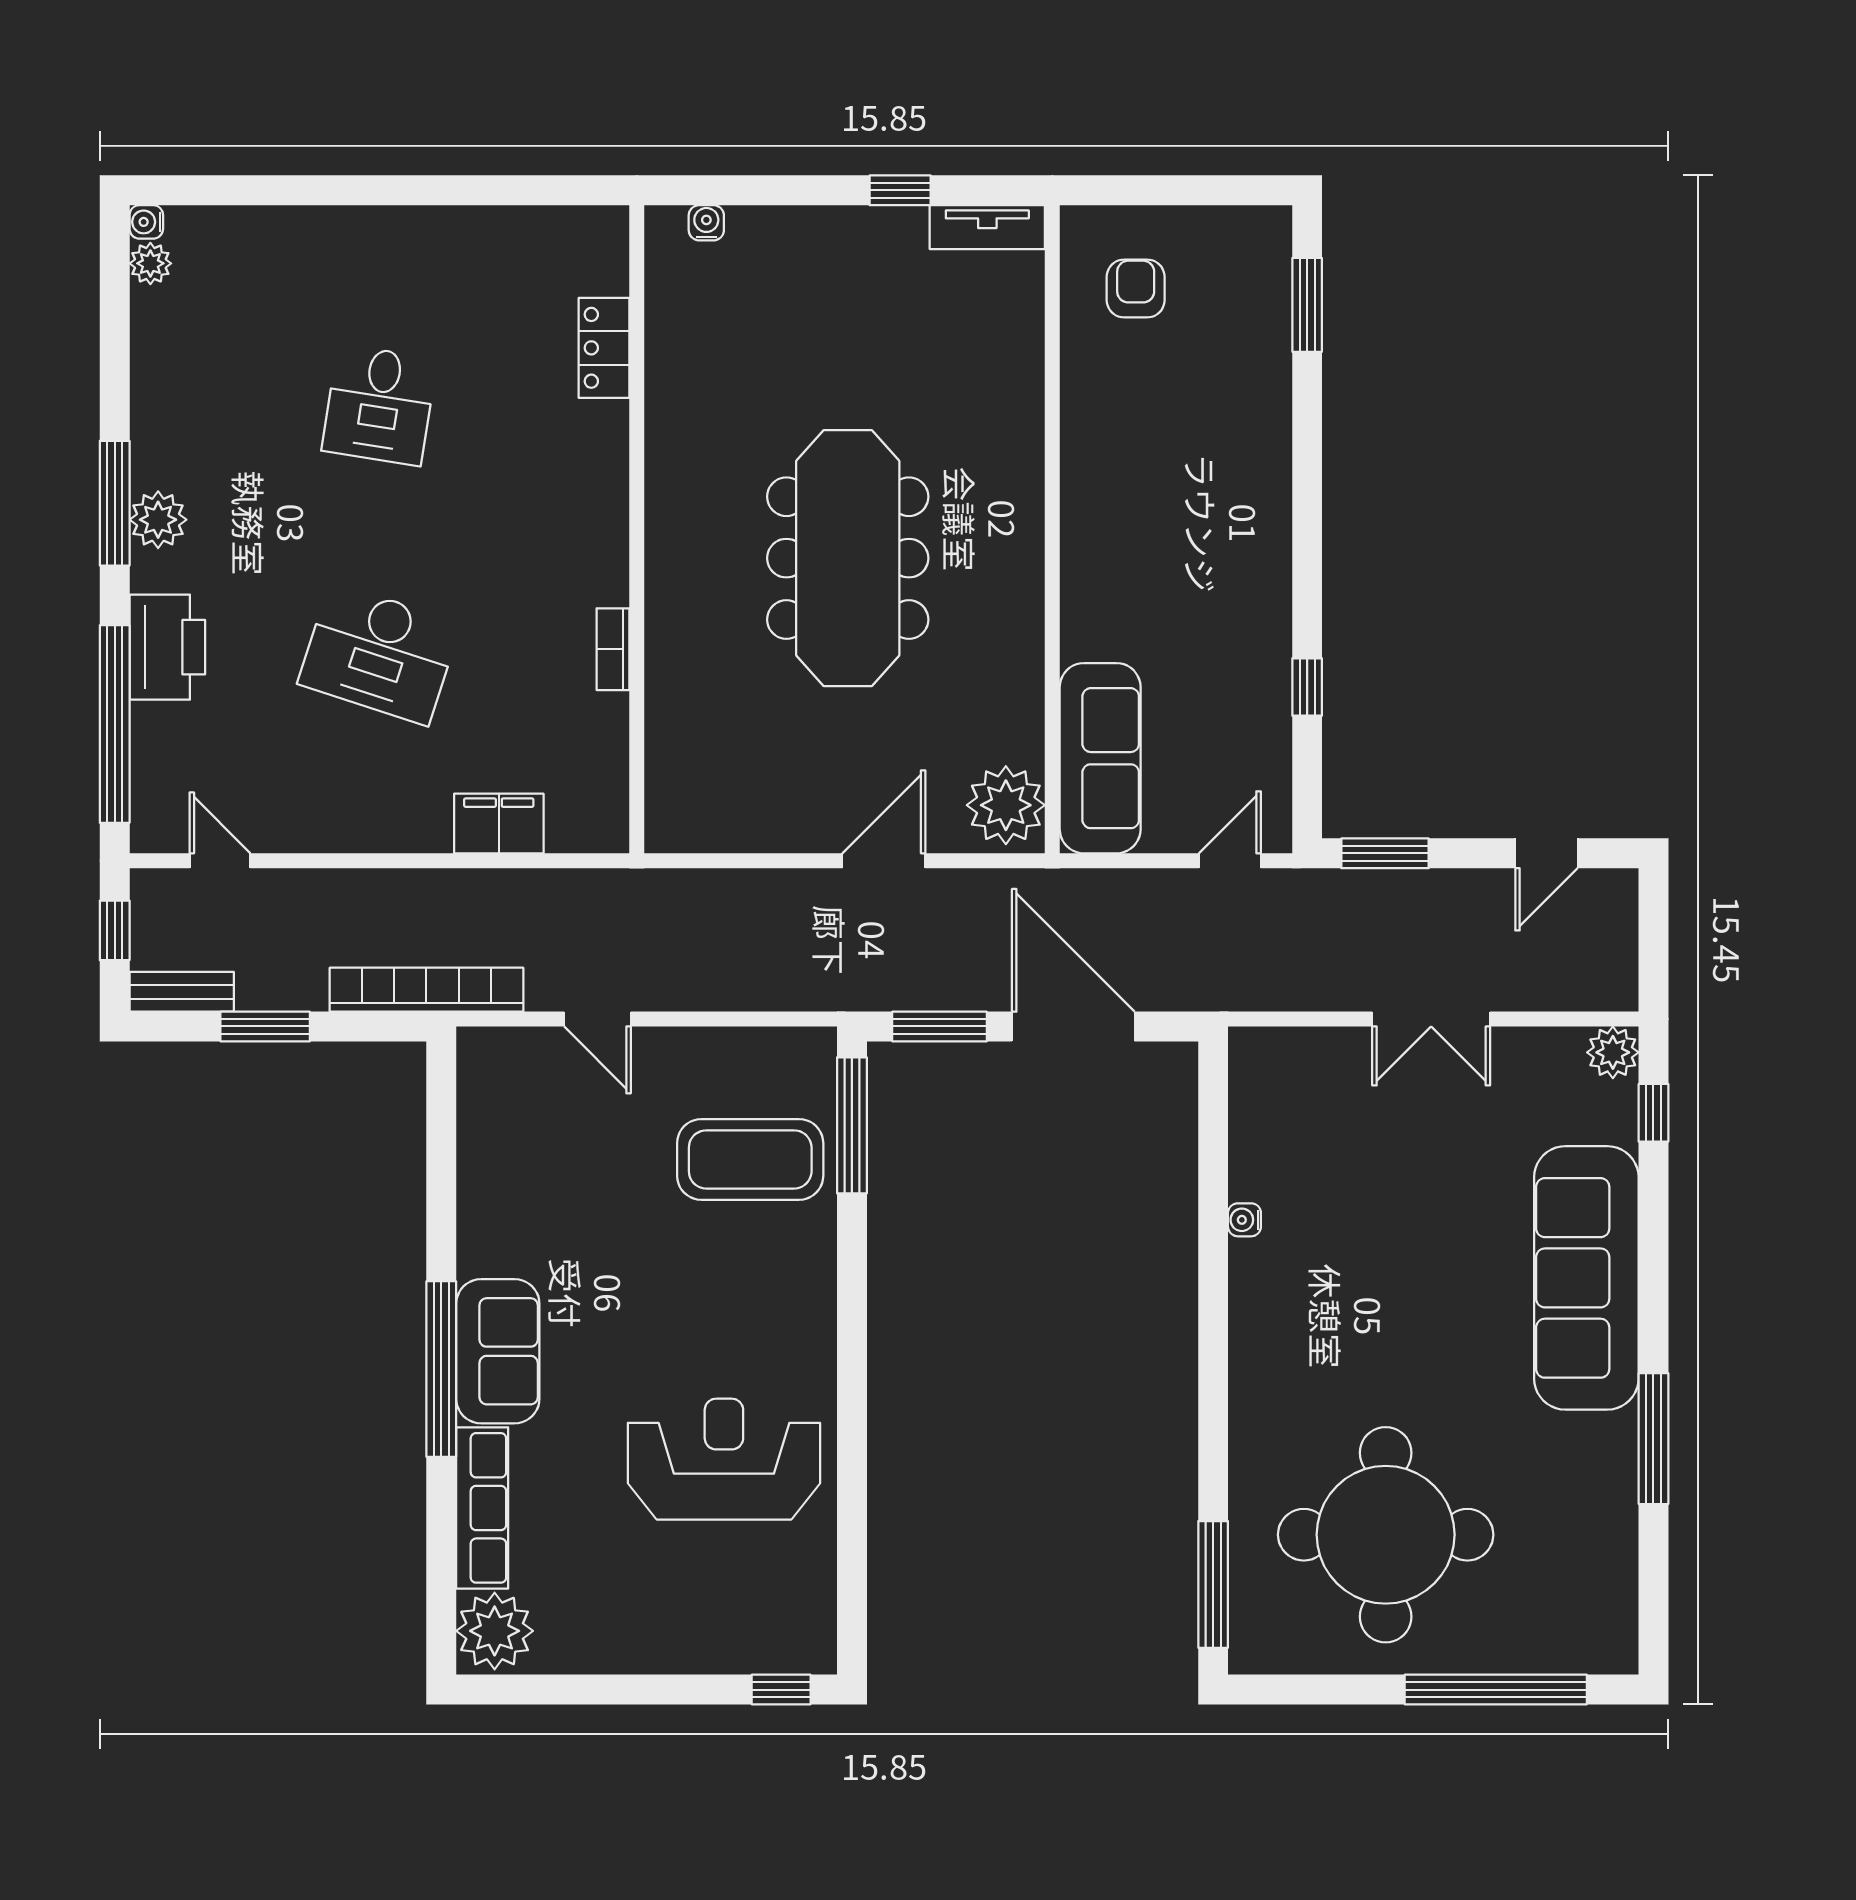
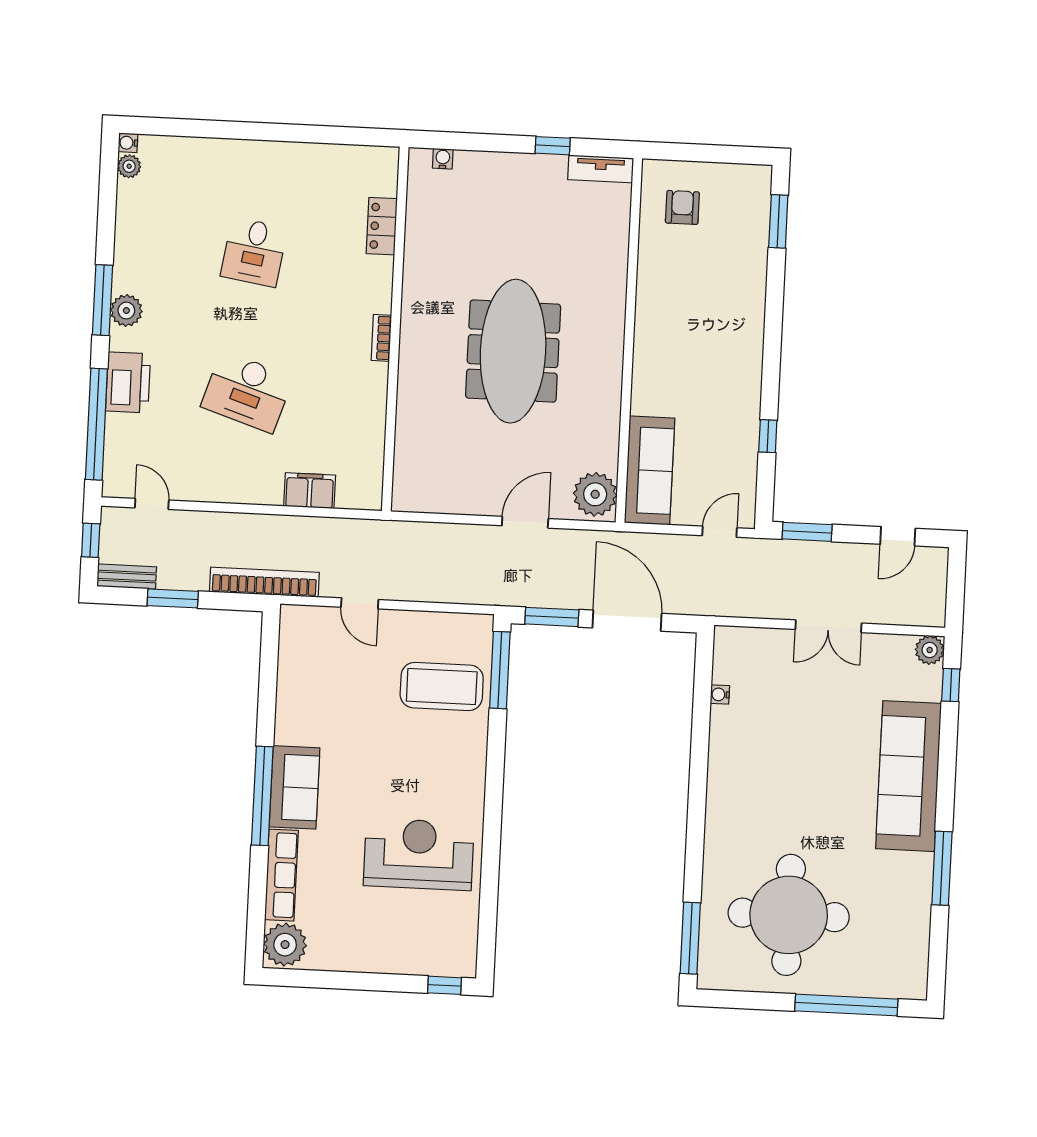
bookcase: (613, 649) -> (381, 338), moved
water cooler: (1244, 1220) -> (720, 694), moved

